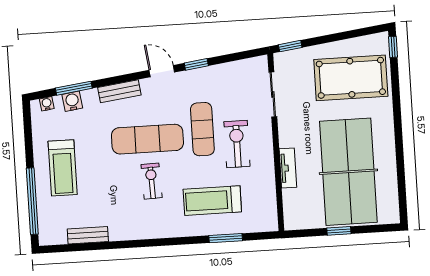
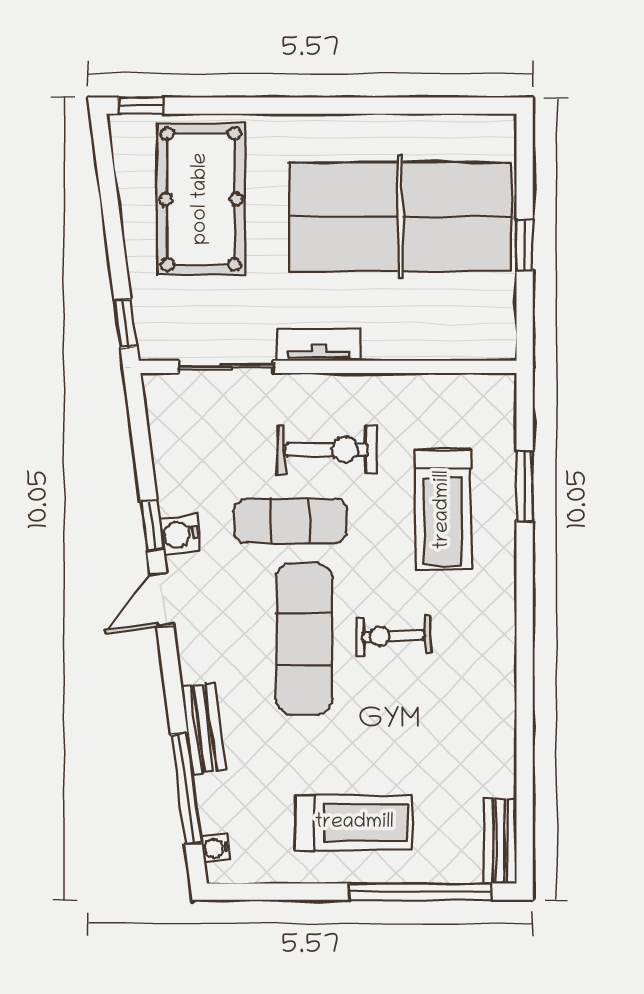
window: (74, 88) -> (186, 788), width x1.44
bench: (119, 91) -> (203, 728), moved
water cooler: (72, 101) -> (180, 534), moved
exercise bike: (237, 144) -> (327, 450), turned 180
tv unit: (288, 168) -> (319, 345), moved
bench: (88, 235) -> (500, 841), moved

